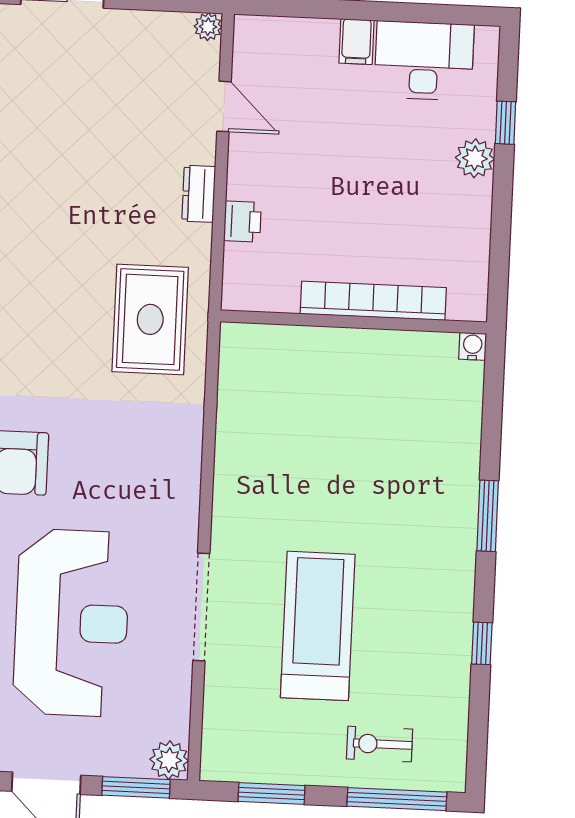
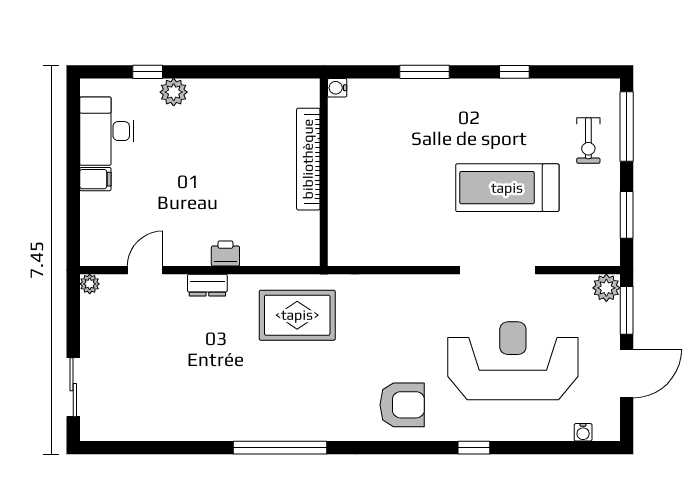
bookcase: (373, 301) -> (308, 159), moved
wall: (353, 322) -> (324, 172), moved
water cooler: (473, 346) -> (337, 88), moved

